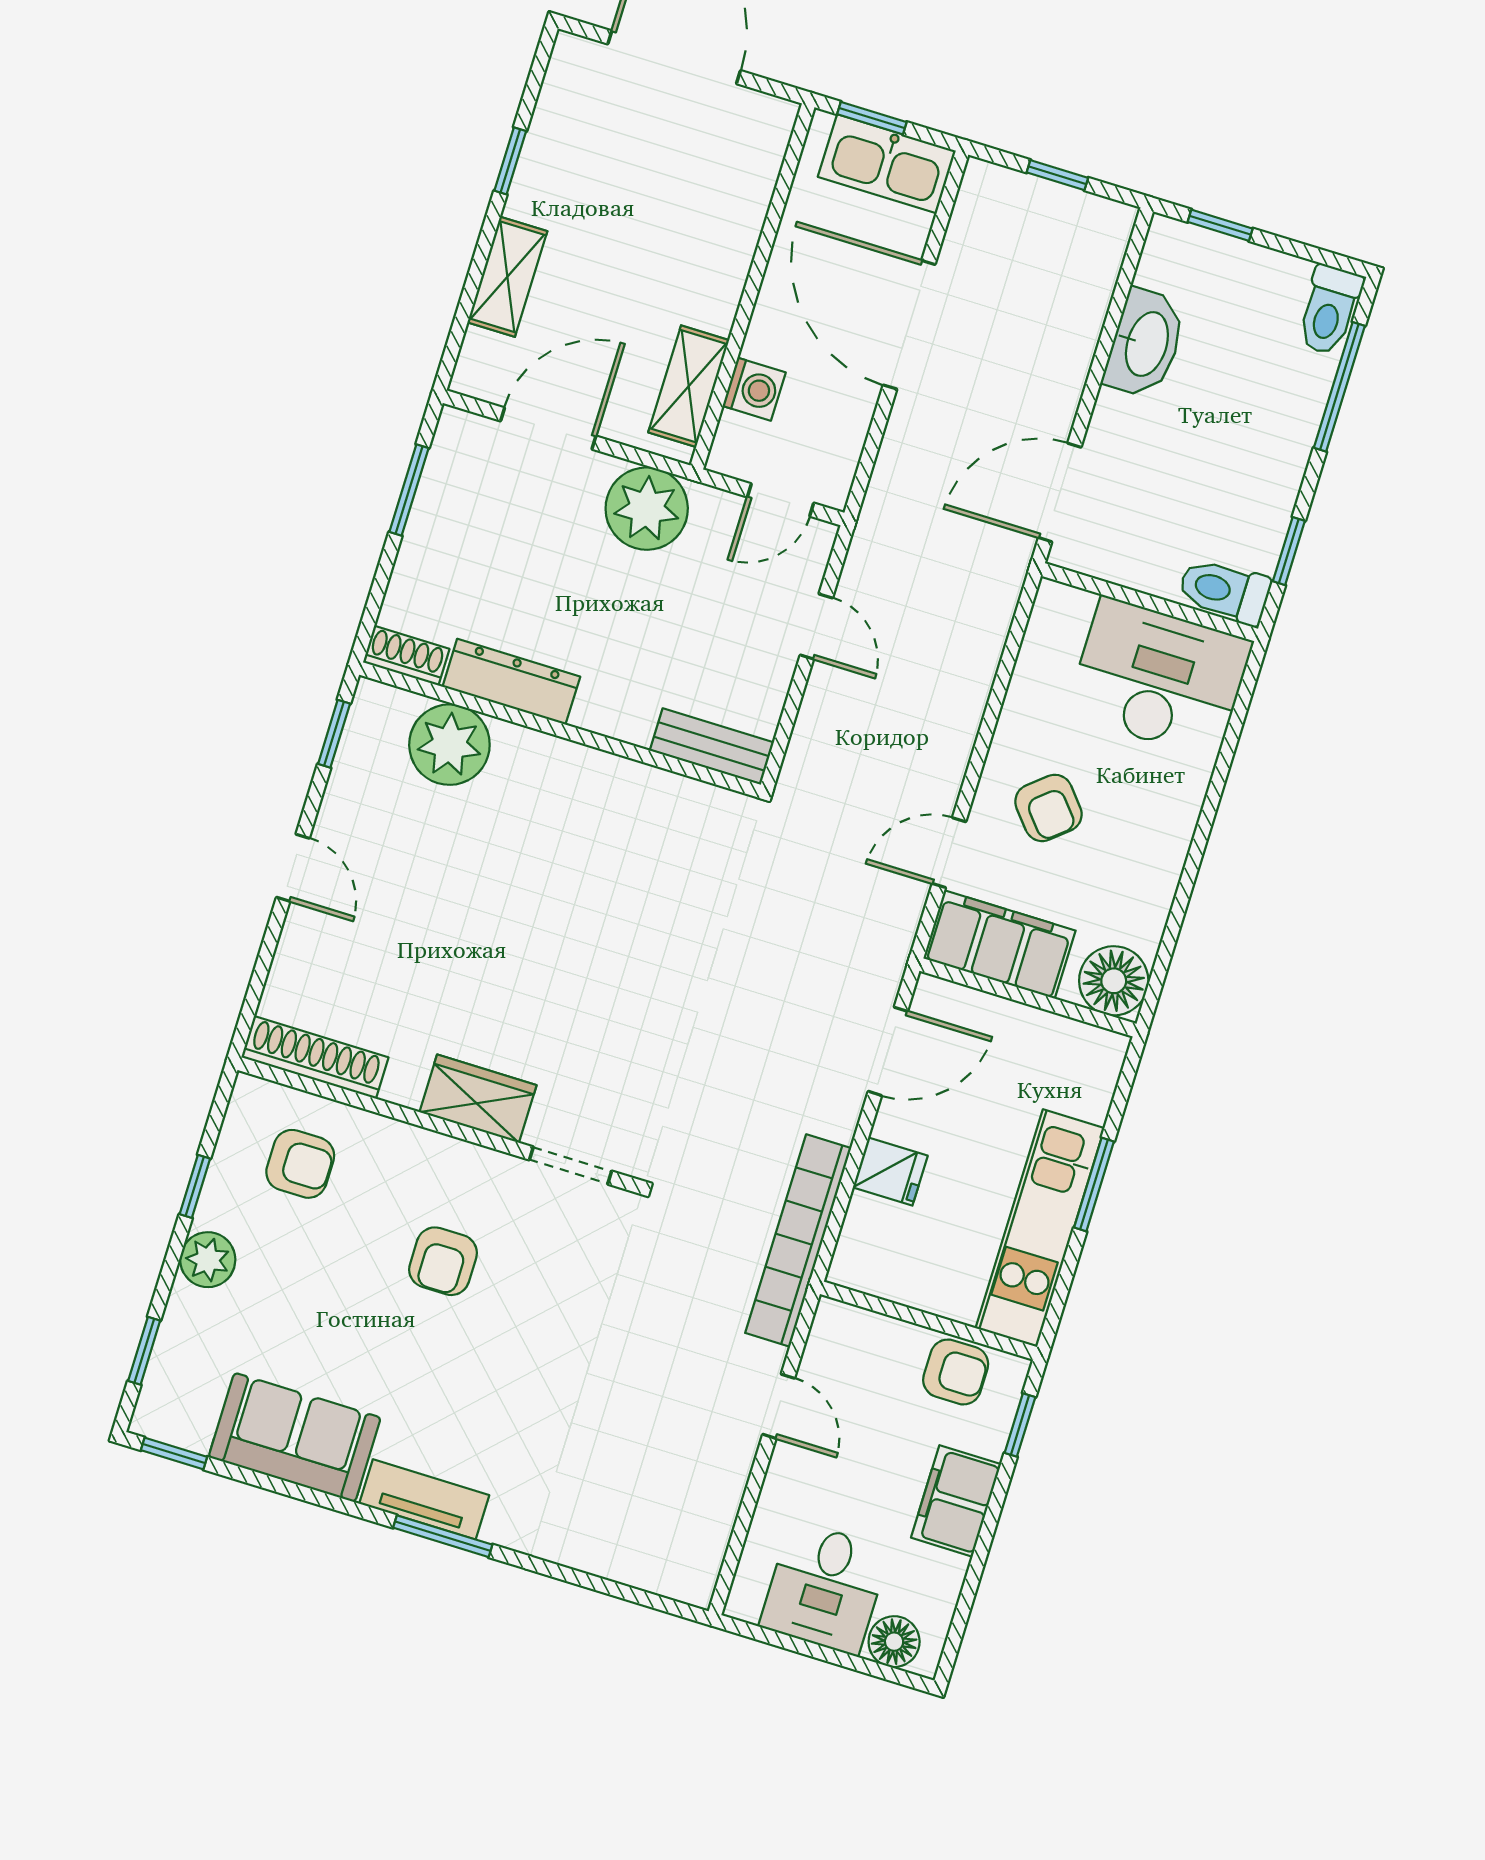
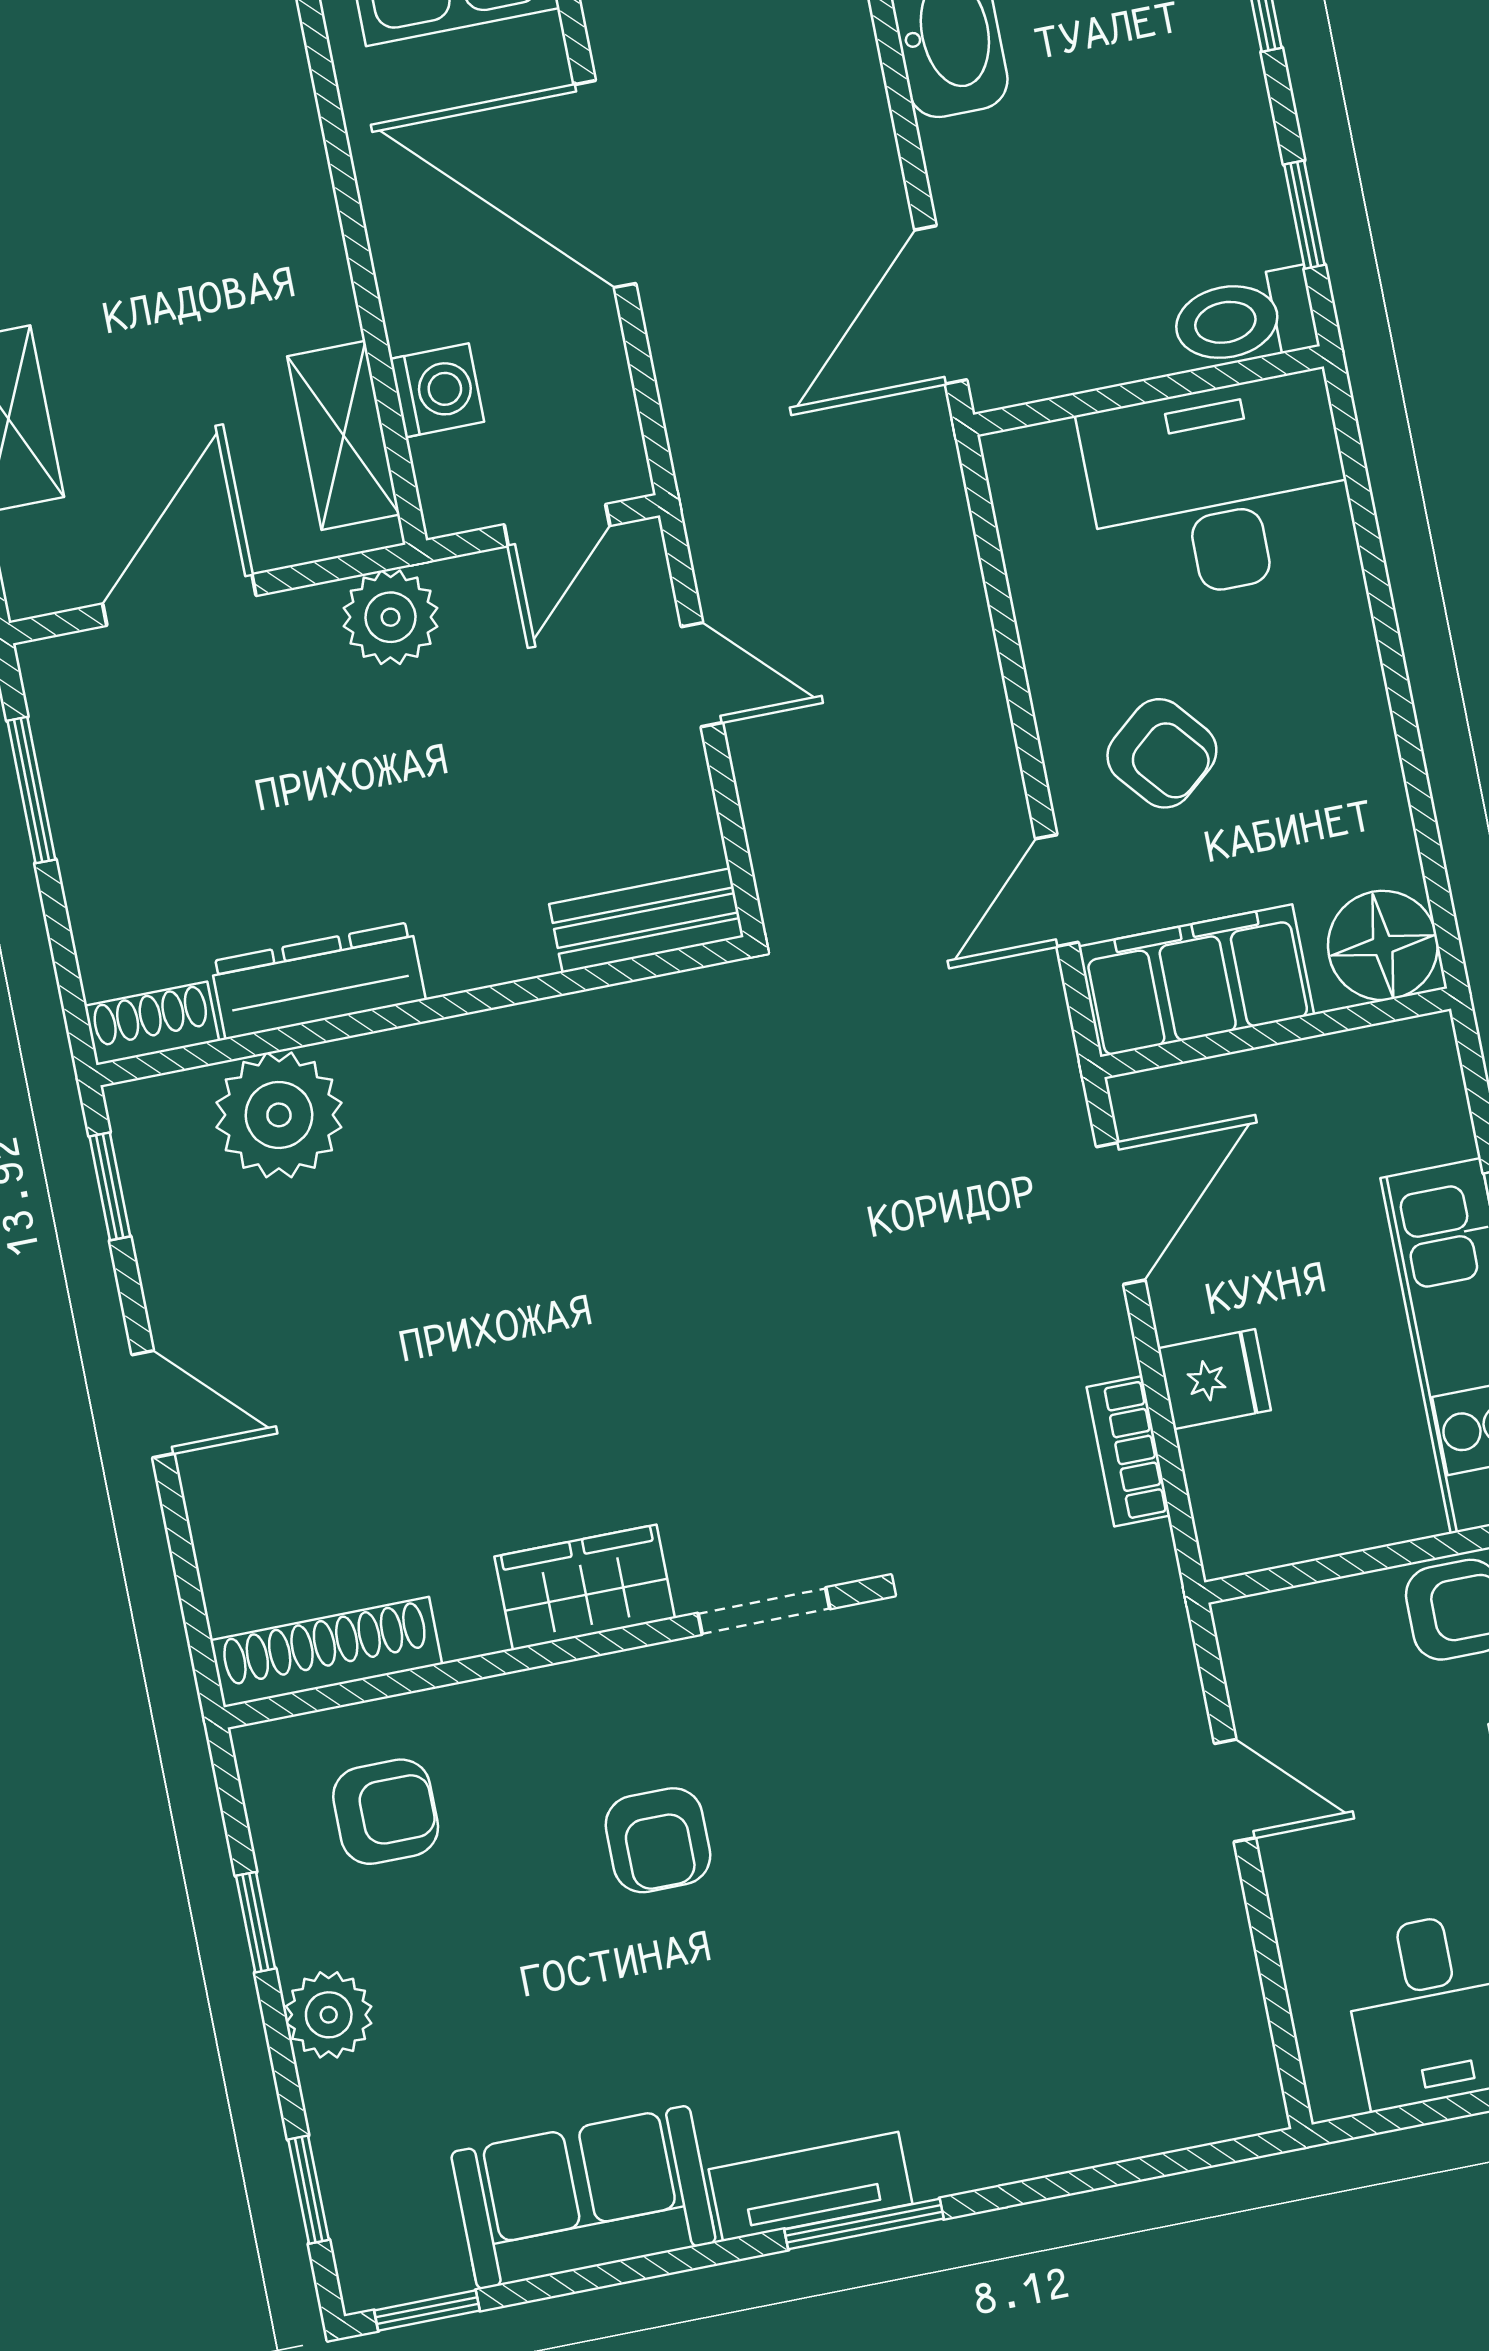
plant: (647, 509) -> (391, 617), width x0.73, depth x0.73
bookcase: (798, 1241) -> (1128, 1451), width x0.43, depth x0.76

